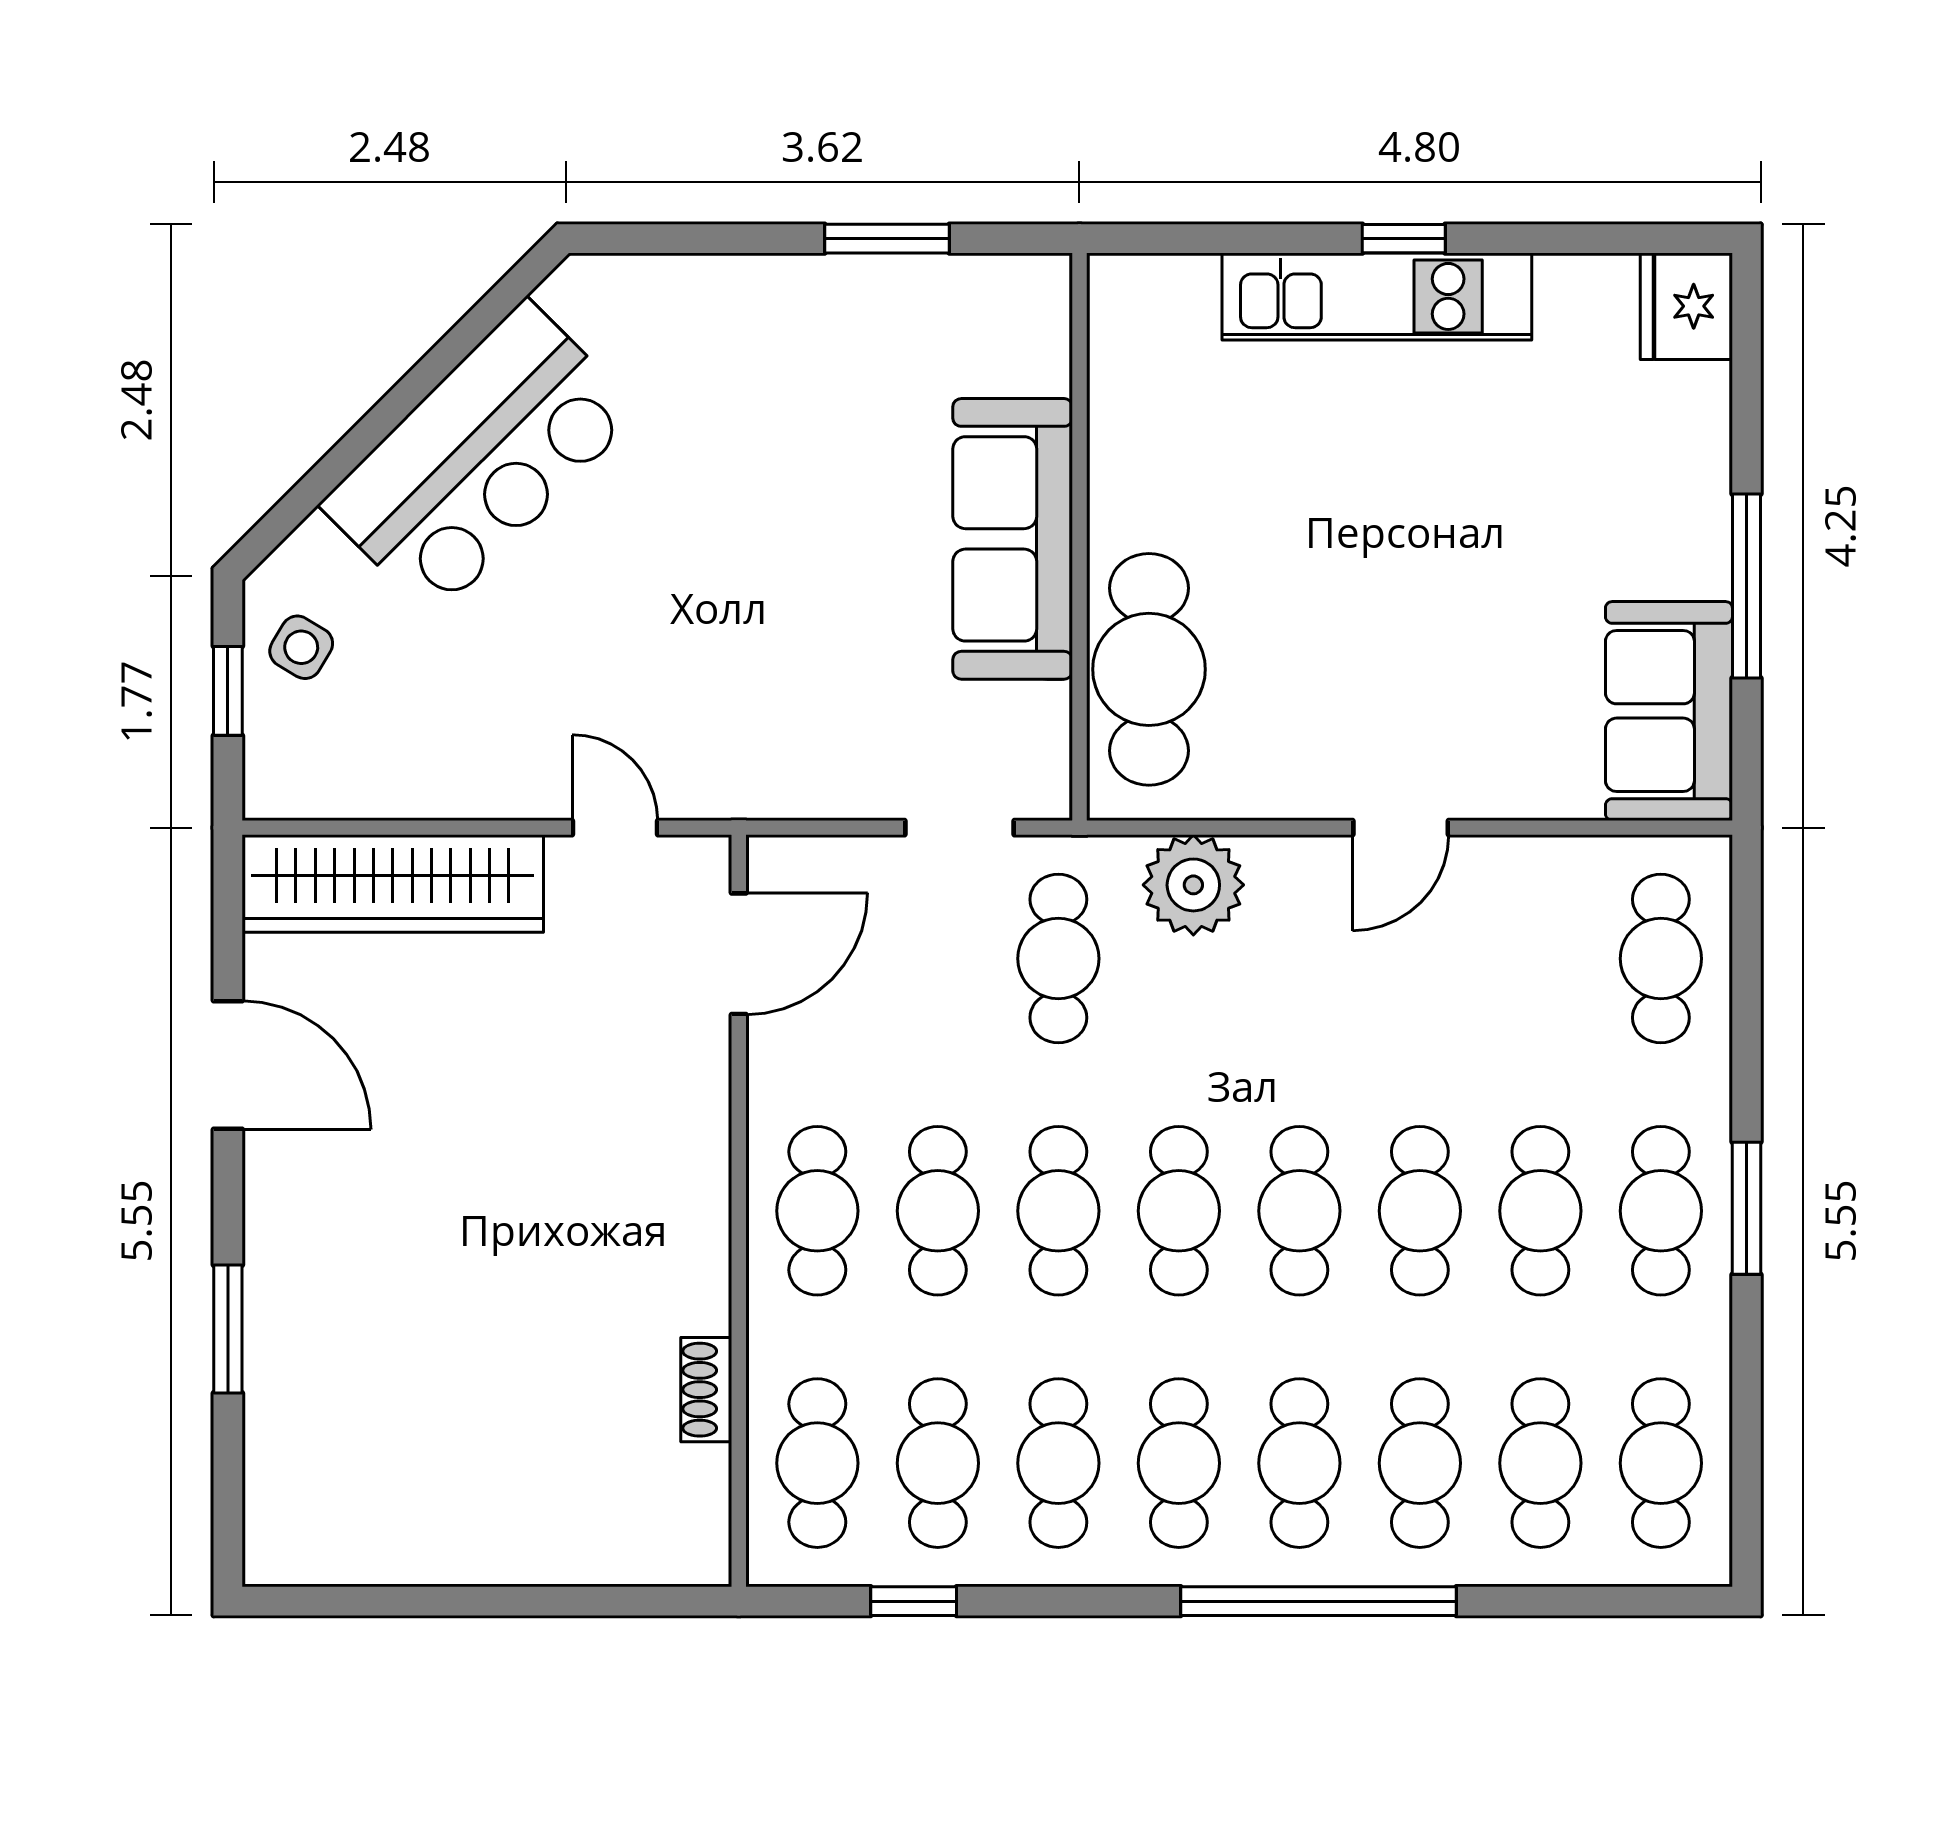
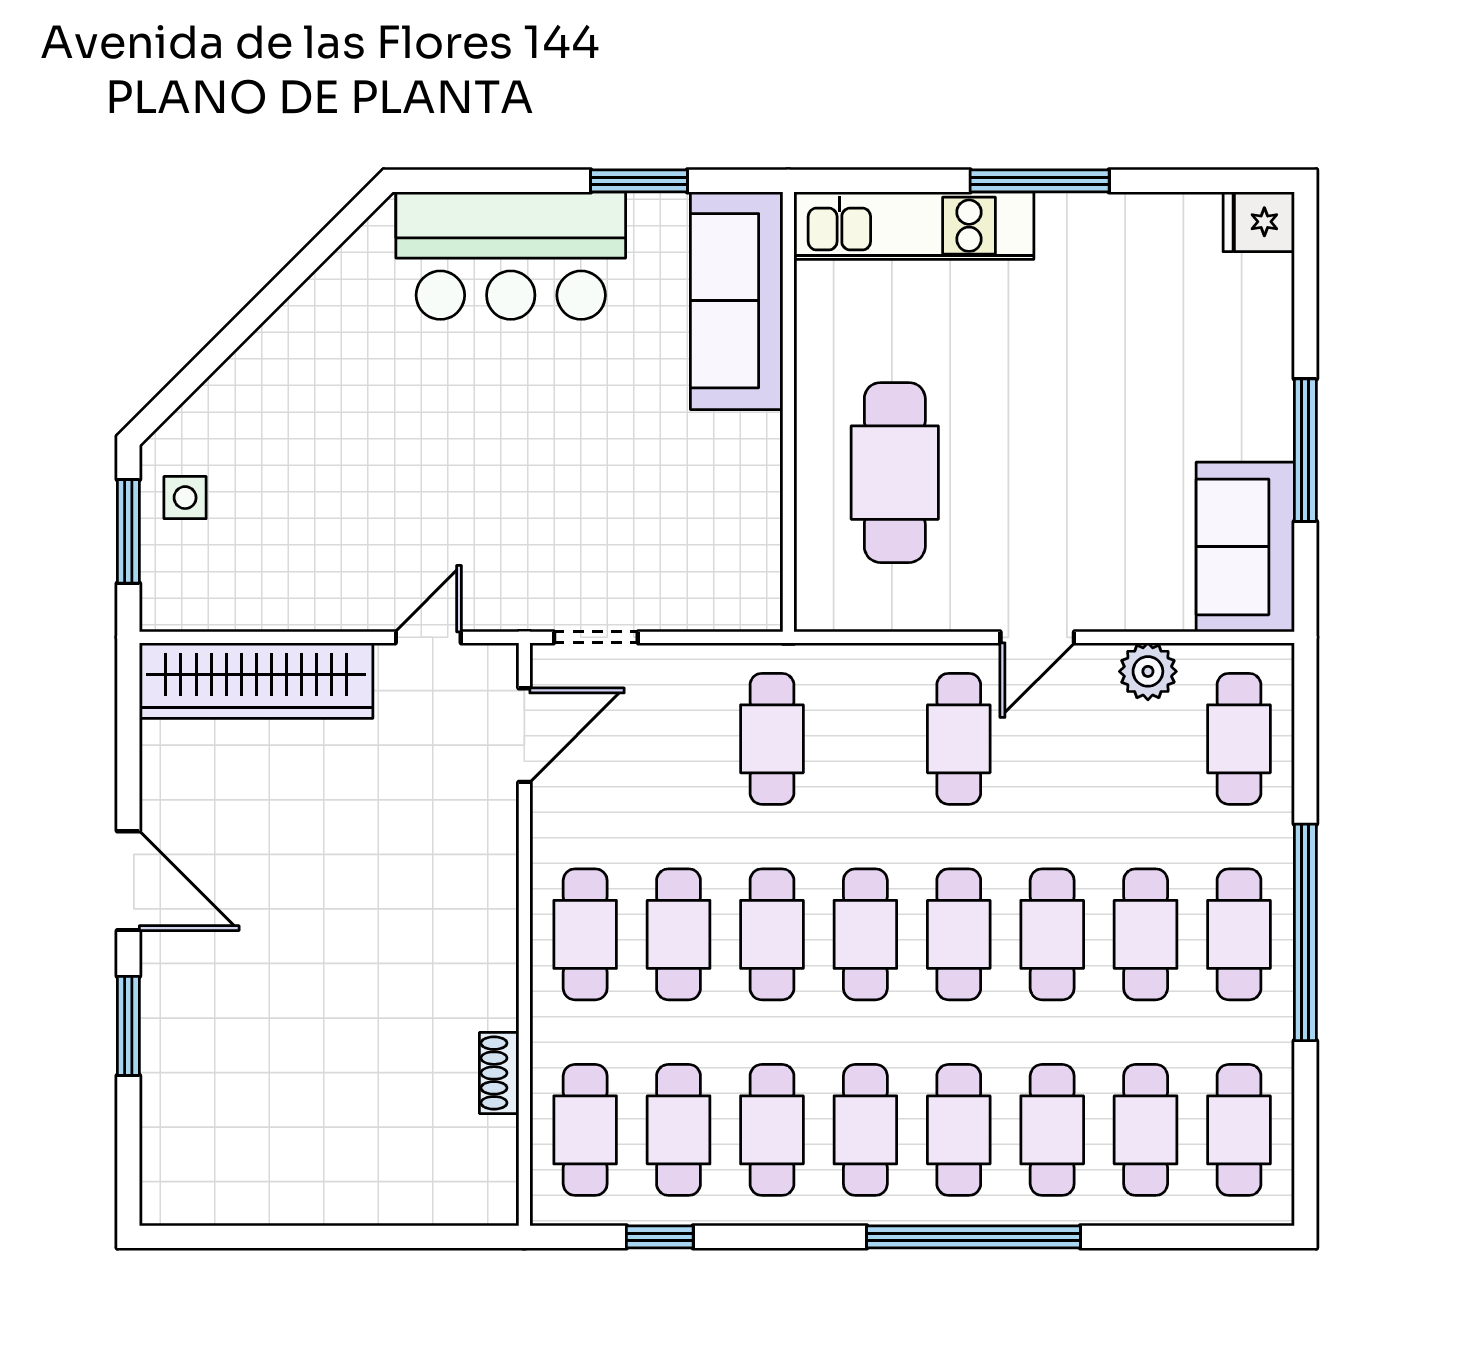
window: (1404, 239) -> (1040, 181), width x2.17
kitchen unit: (1377, 296) -> (914, 226), moved
fridge: (1686, 306) -> (1259, 222), width x0.72
bar counter: (480, 458) -> (511, 256), moved, turned 45
sofa: (1013, 539) -> (737, 301), moved
side table: (301, 647) -> (185, 498), turned -31
cafe table: (1149, 669) -> (895, 473), moved
window: (228, 691) -> (128, 531), width x1.50
door: (615, 828) -> (428, 637), hinge flipped
doorway: (960, 828) -> (596, 637), moved
plant: (1193, 885) -> (1148, 671), moved, width x0.73, depth x0.73
cafe table: (1299, 959) -> (959, 739), added
door: (228, 1065) -> (128, 881), moved
window: (1746, 1208) -> (1305, 932), width x2.11

